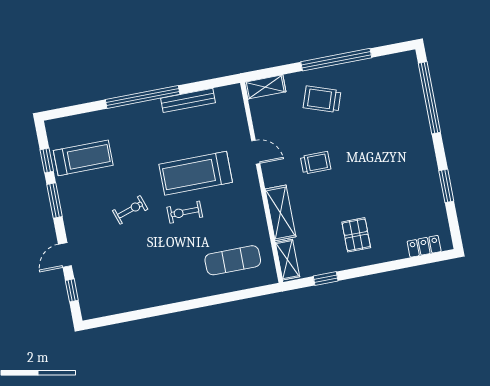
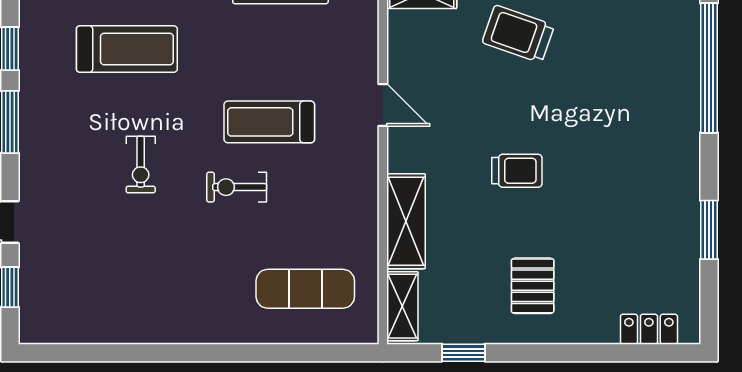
treadmill: (83, 158) -> (127, 49), moved
trolley: (316, 163) -> (517, 171), moved
treadmill: (196, 173) -> (269, 122), width x0.73, depth x0.73
exercise bike: (130, 210) -> (141, 164), turned 108

